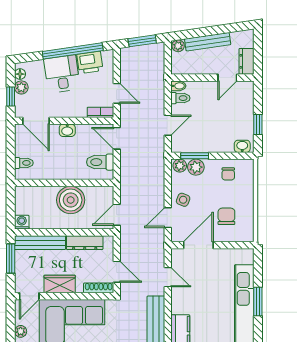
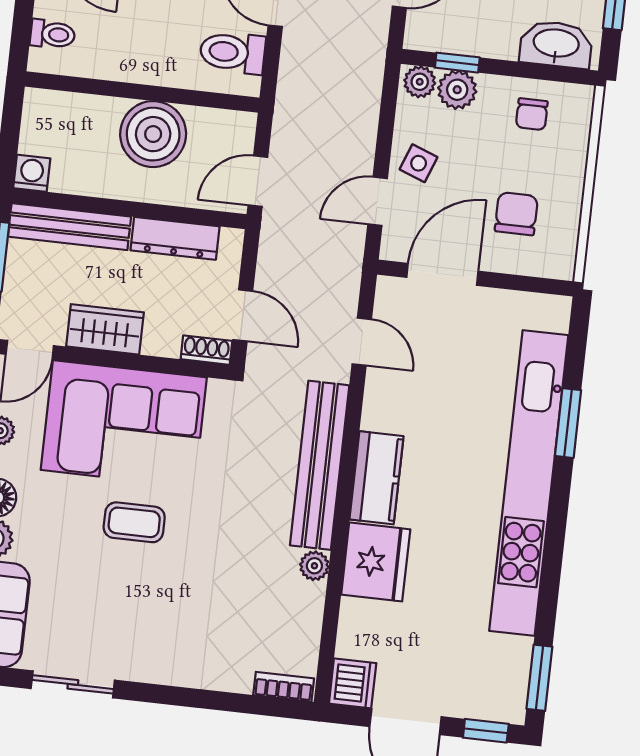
washbasin: (242, 146) -> (556, 44), width x1.91, depth x1.45
window: (195, 156) -> (457, 63), width x0.67
shoe rack: (99, 288) -> (206, 350), width x0.70

